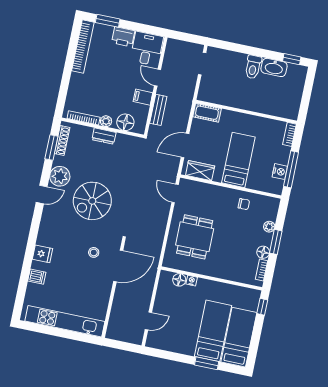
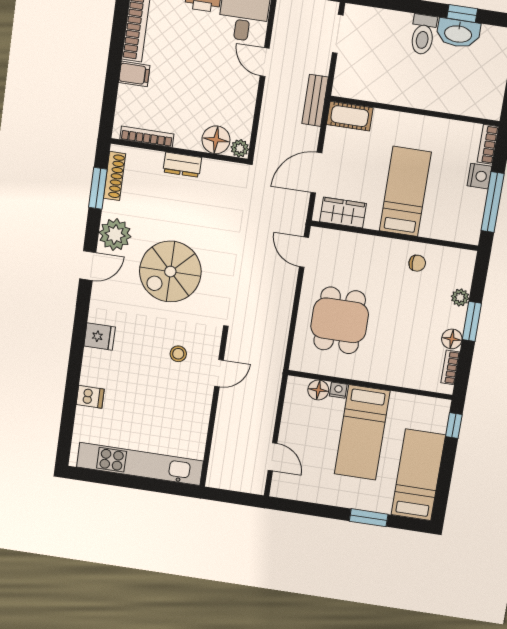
window: (292, 59) -> (462, 13), moved
filing cabinet: (143, 97) -> (134, 74), moved, turned 180
bench: (158, 110) -> (315, 100), moved
plant: (106, 121) -> (240, 148), moved
nightstand: (280, 172) -> (479, 176), moved
fridge: (43, 254) -> (100, 337), moved
door: (118, 266) -> (219, 373), width x0.53
door: (148, 321) -> (273, 457), hinge flipped
bed: (213, 331) -> (362, 432), moved, turned 180

